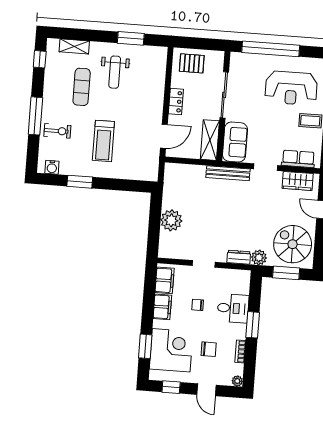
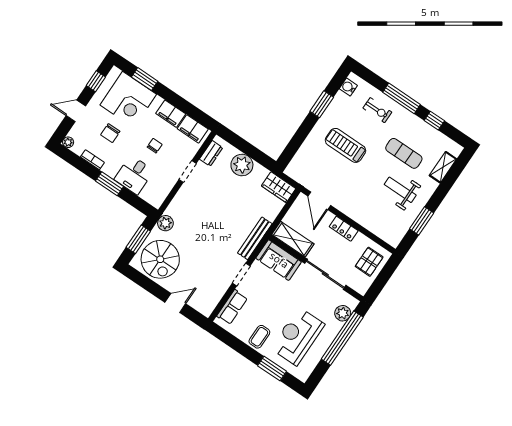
window: (40, 59) -> (434, 121), moved
plant: (249, 61) -> (343, 313), added
exercise bike: (57, 131) -> (377, 110), turned -90
wardrobe: (298, 181) -> (279, 187), moved, turned -90
spiral stairs: (293, 244) -> (160, 259), turned 90
dresser: (239, 257) -> (211, 153), moved

